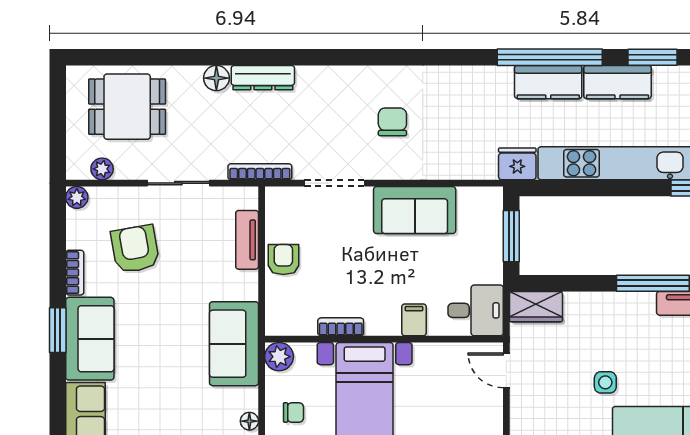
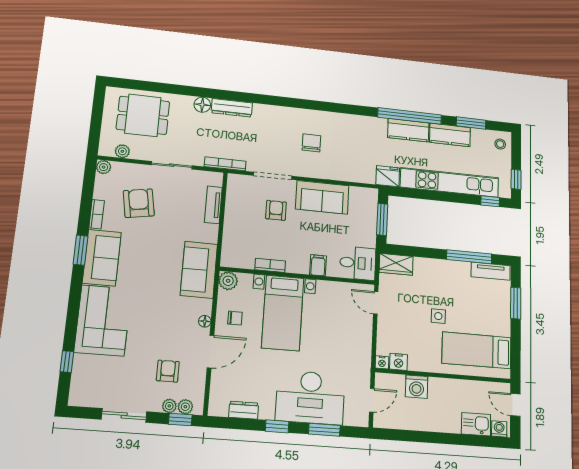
armchair: (283, 260) -> (276, 210), moved

